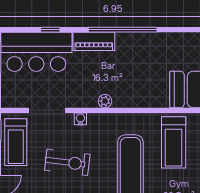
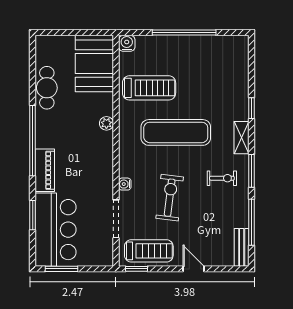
window: (50, 30) -> (33, 215), width x1.50
cafe table: (174, 43) -> (47, 88), added
plant: (105, 101) -> (106, 123), moved

